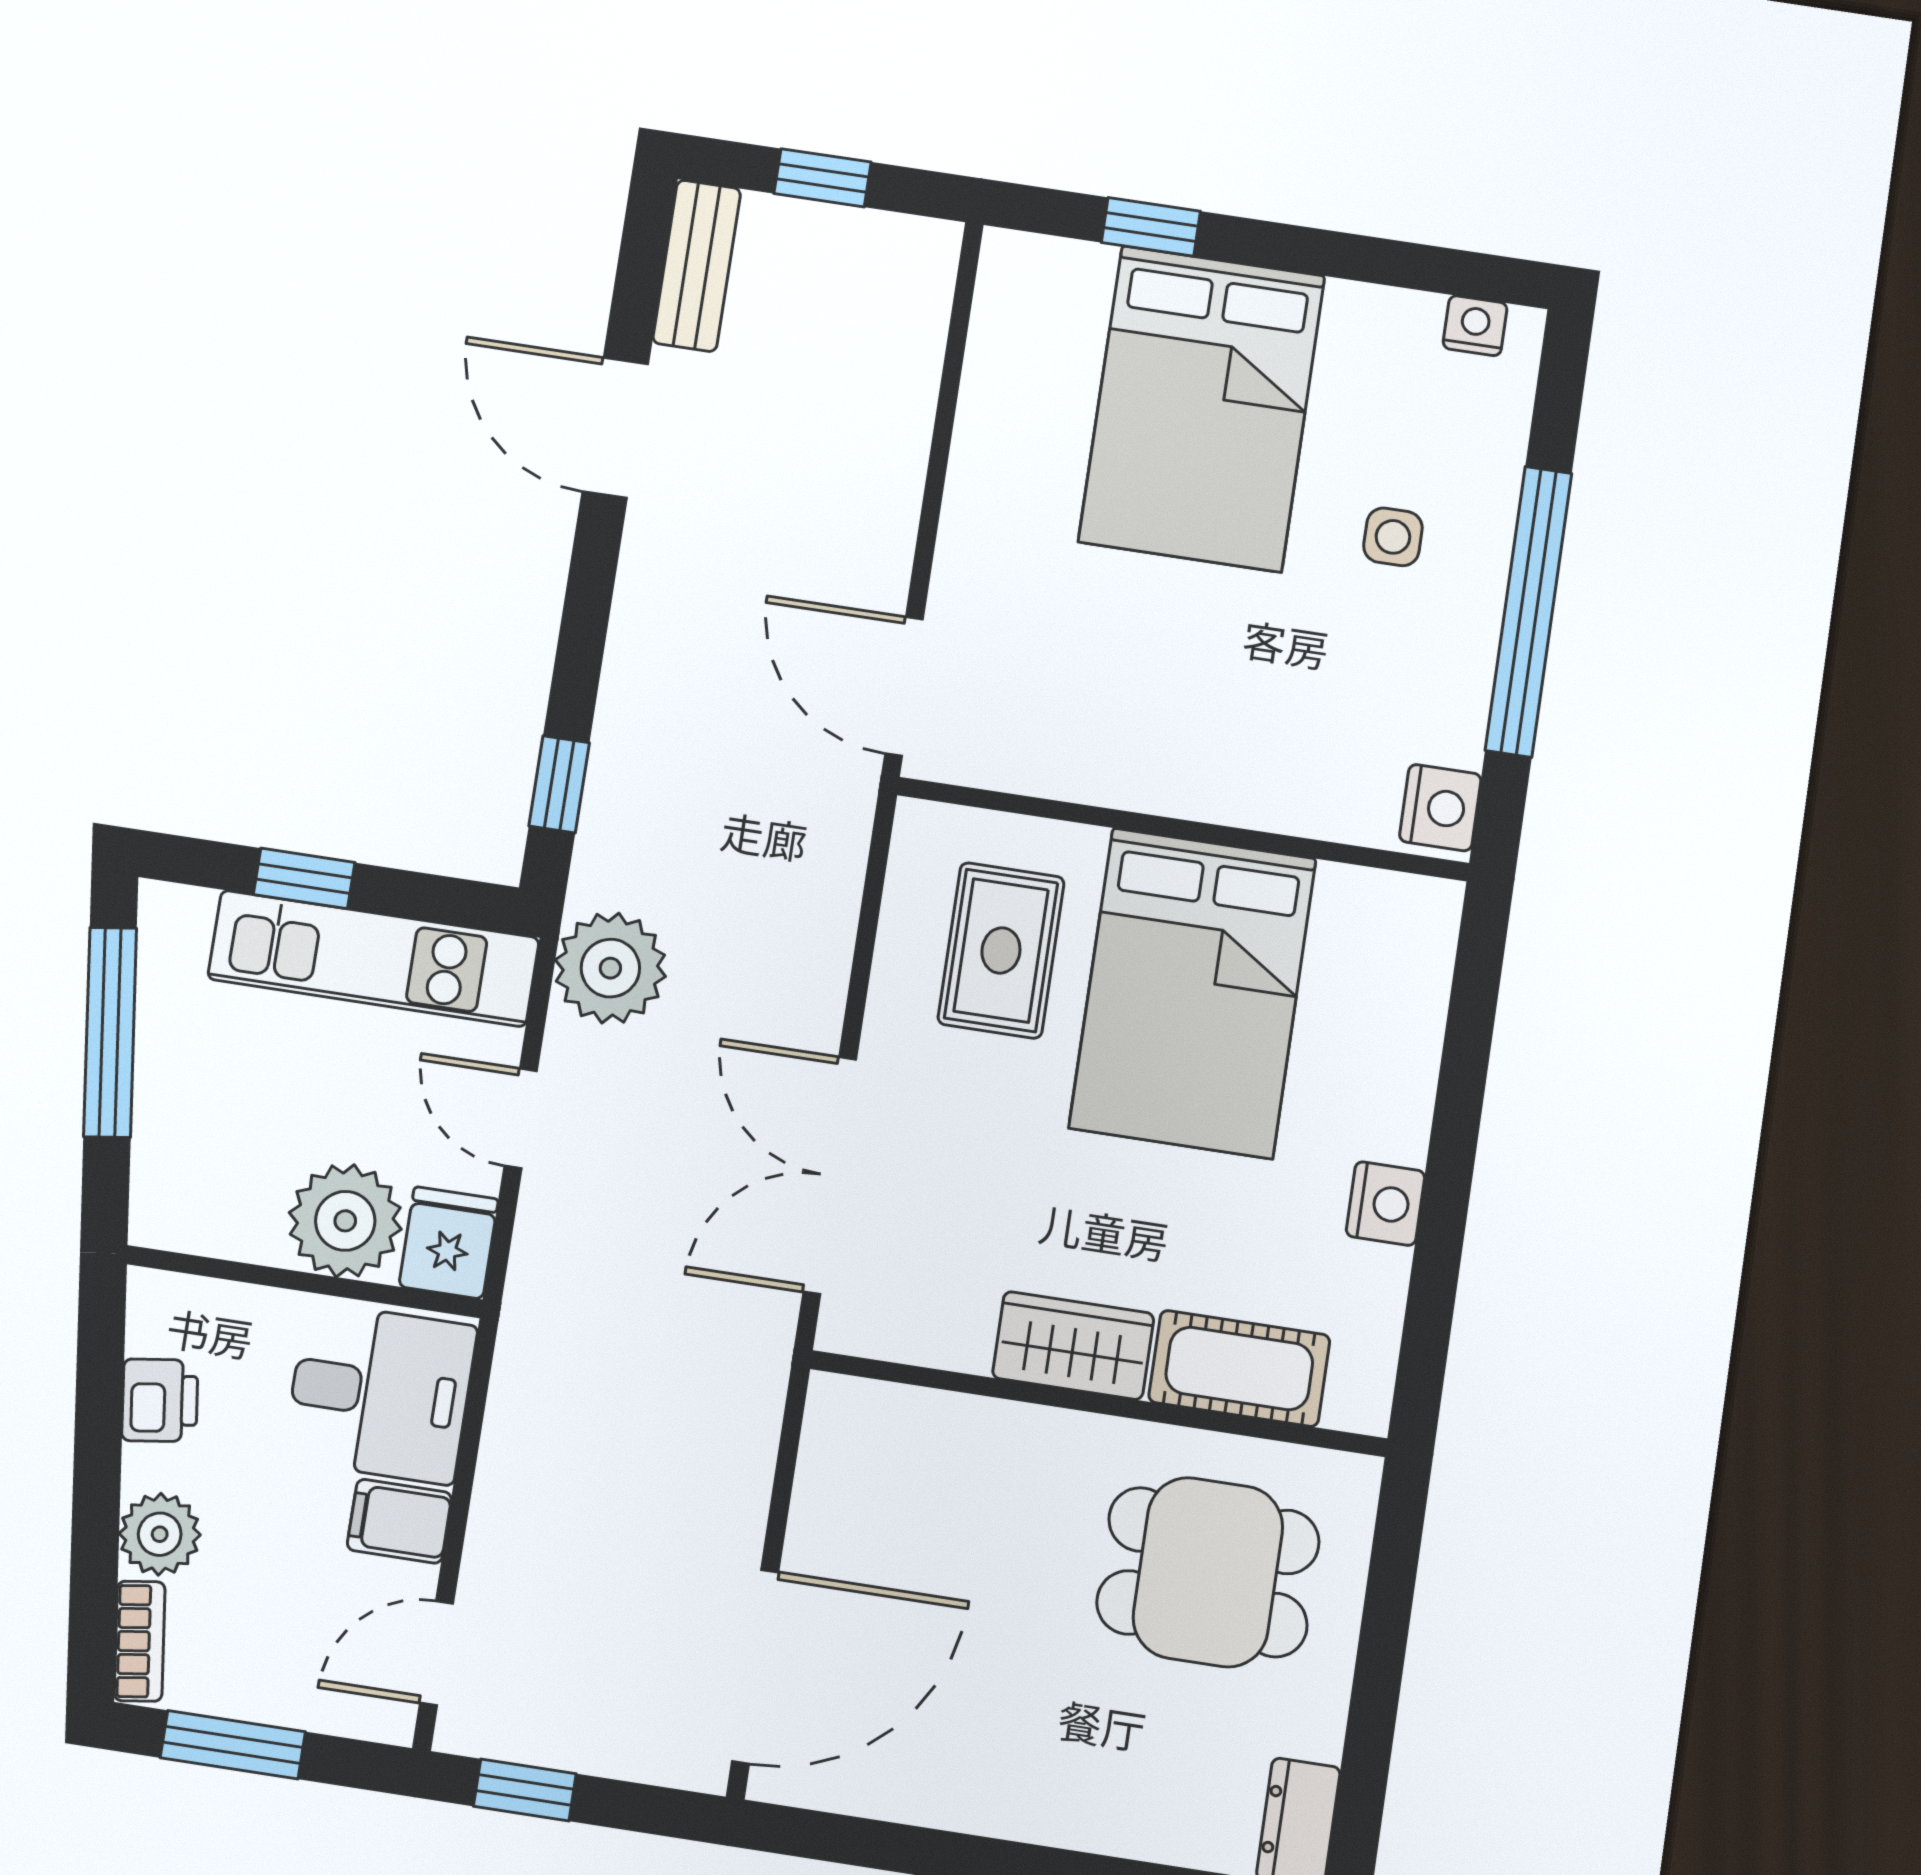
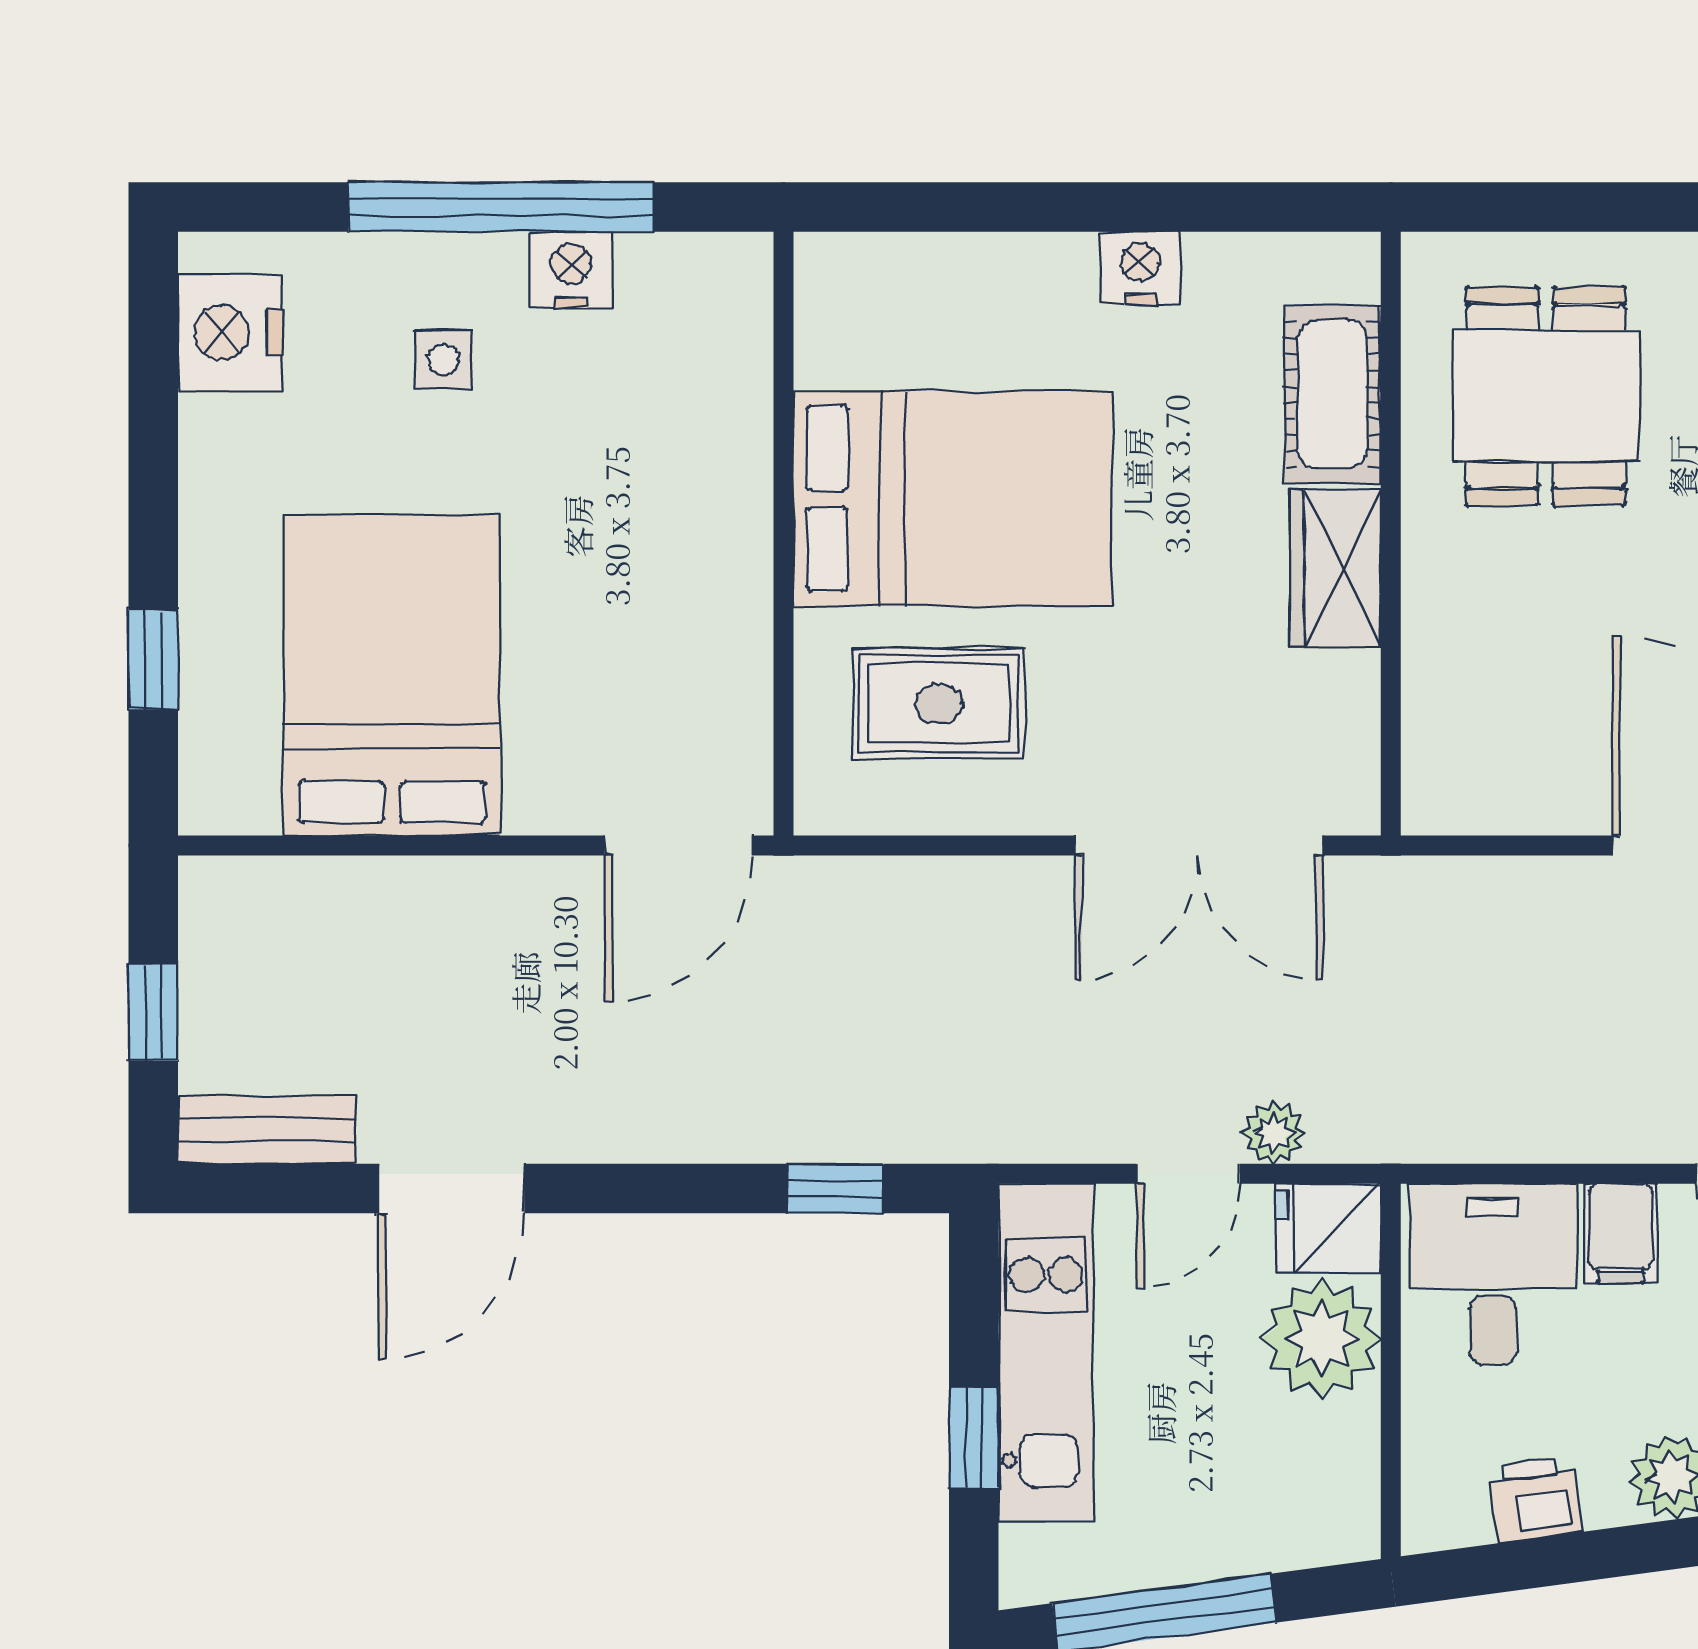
nightstand: (1475, 326) -> (230, 333), width x1.89, depth x1.79
bed: (1202, 409) -> (392, 675), moved, turned -90
nightstand: (1440, 808) -> (571, 270), moved
plant: (610, 968) -> (1274, 1133), moved, width x0.53, depth x0.53

